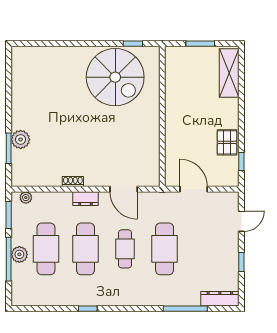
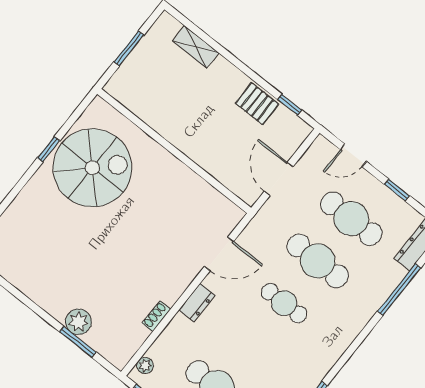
window: (133, 44) -> (49, 149), moved
shelving: (229, 73) -> (196, 47), width x0.67, depth x0.75
shoe rack: (73, 182) -> (156, 316), moved
door: (194, 189) -> (279, 179), hinge flipped
door: (241, 221) -> (353, 155), swing flipped
cafe table: (85, 249) -> (351, 219), moved

